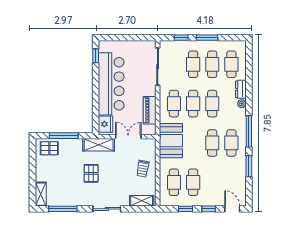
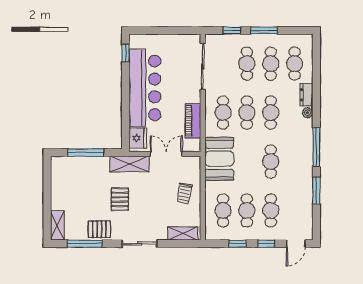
cafe table: (231, 143) -> (271, 211), moved
pallet: (49, 148) -> (99, 229), moved
door: (232, 209) -> (296, 244), swing flipped

